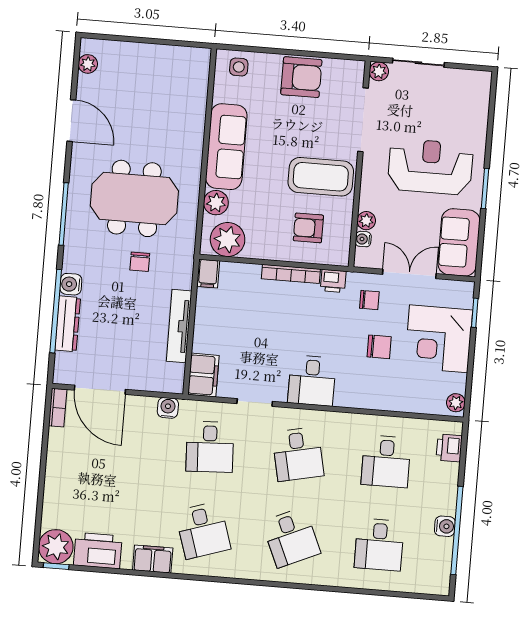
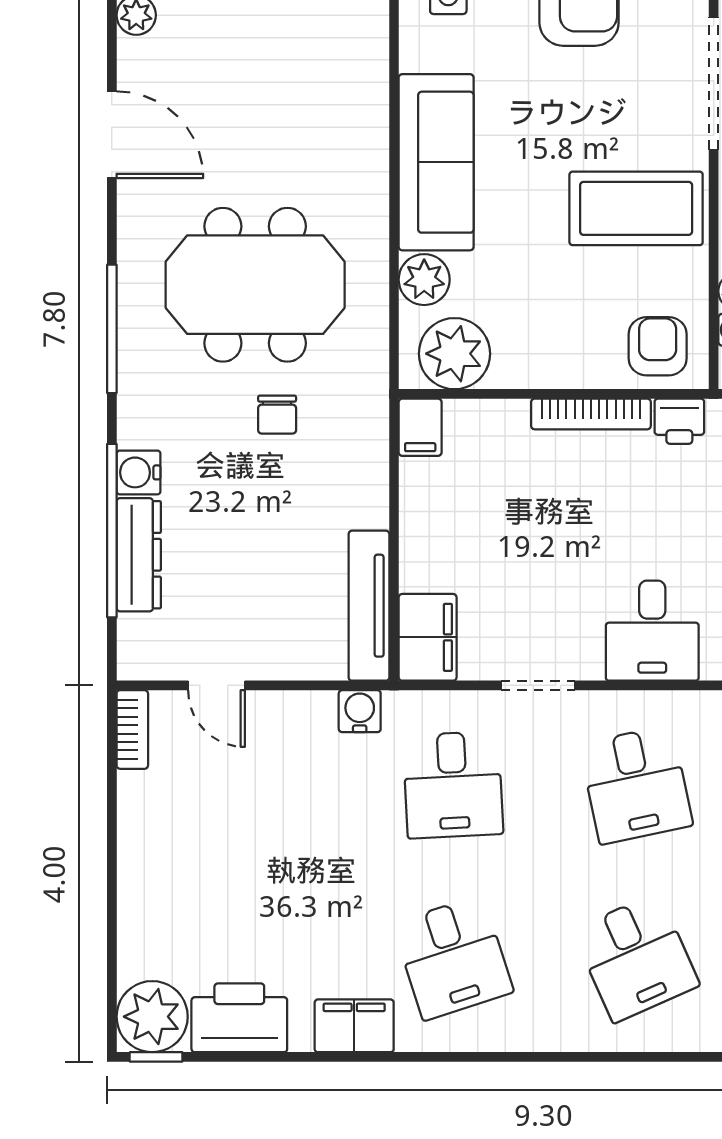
armchair: (308, 228) -> (658, 346), moved, turned 90
tv unit: (179, 326) -> (369, 606), moved
door: (100, 390) -> (216, 685), width x0.53

